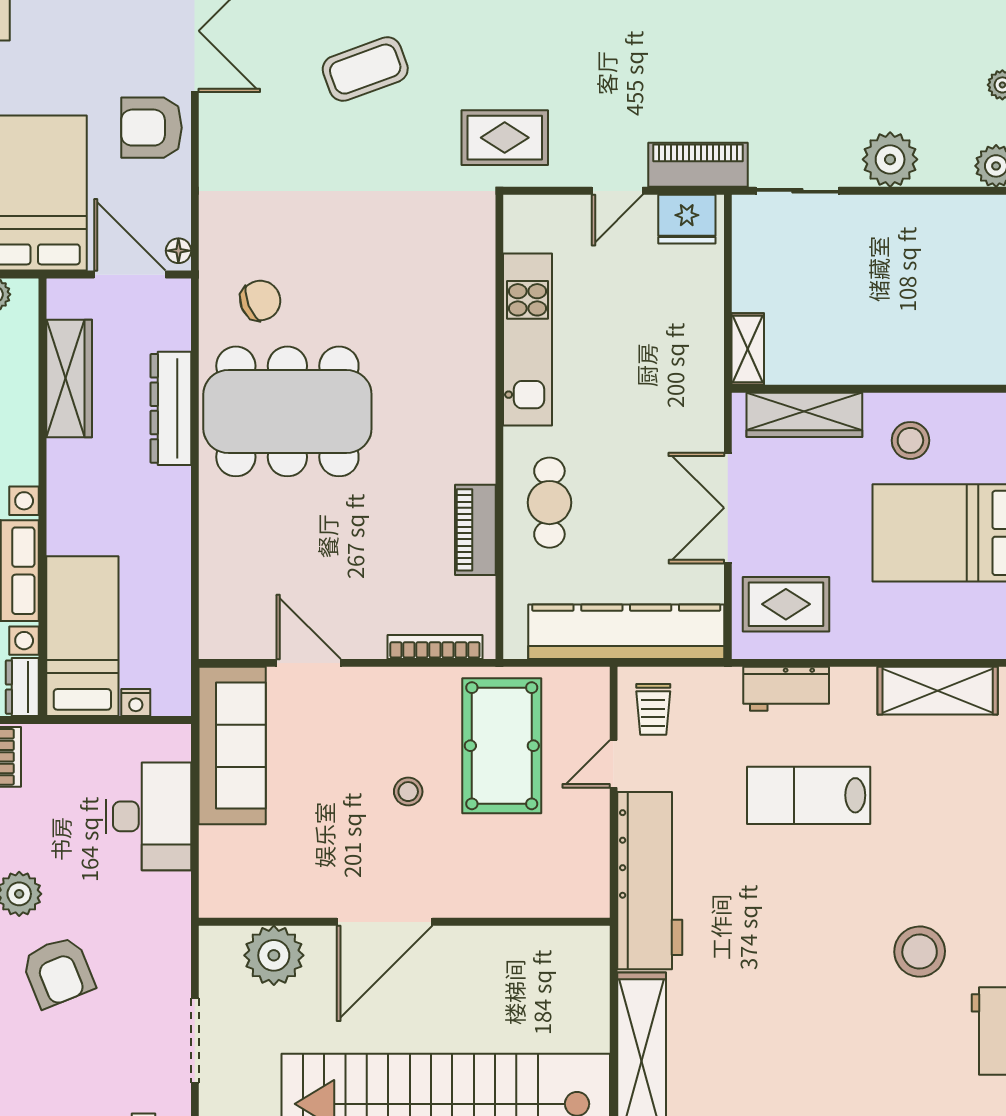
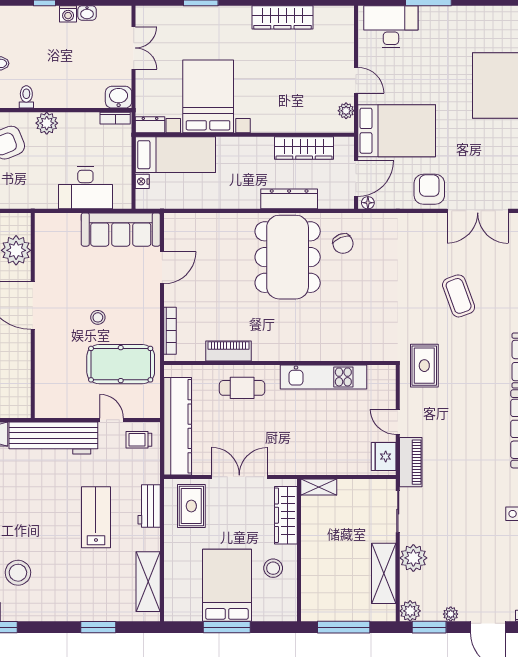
shelving: (921, 219) -> (384, 573), added

